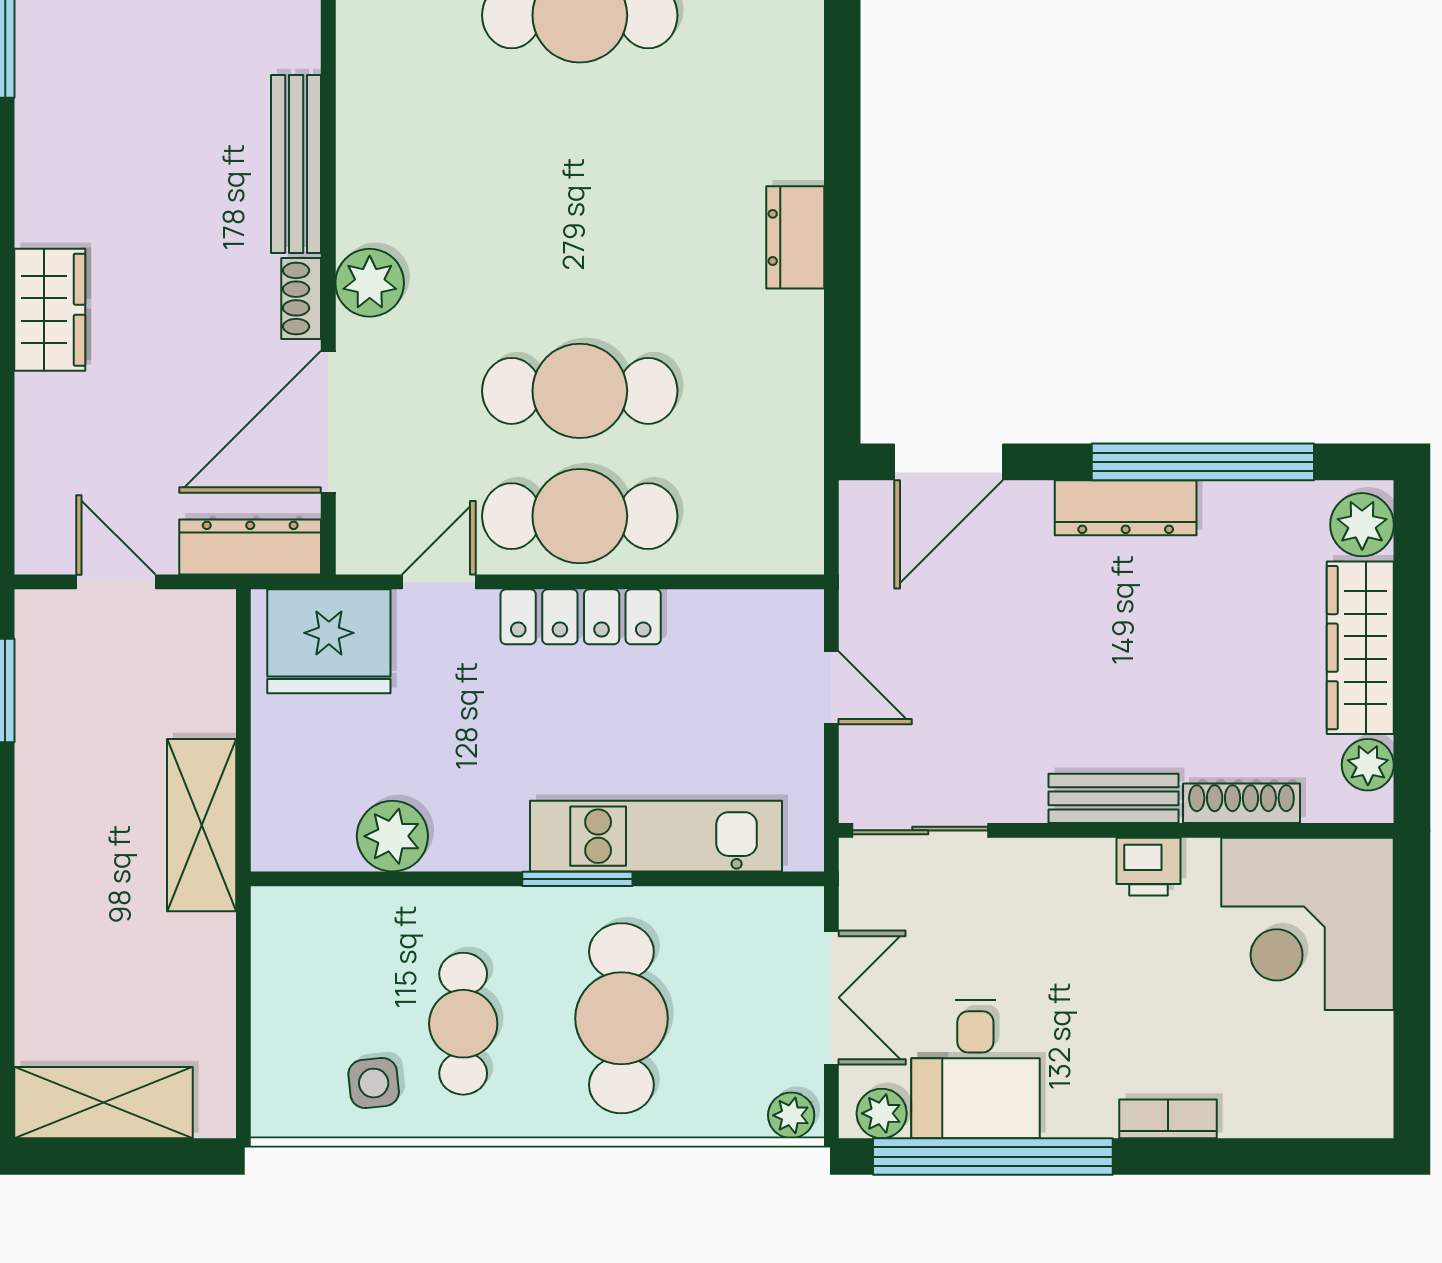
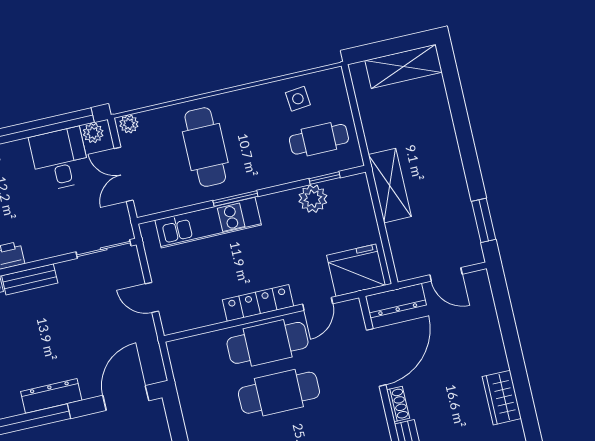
plant: (370, 283) -> (372, 417), removed
wardrobe: (50, 310) -> (502, 398), moved
window: (353, 879) -> (325, 178), added
cafe table: (463, 1024) -> (319, 139), moved, turned 90

